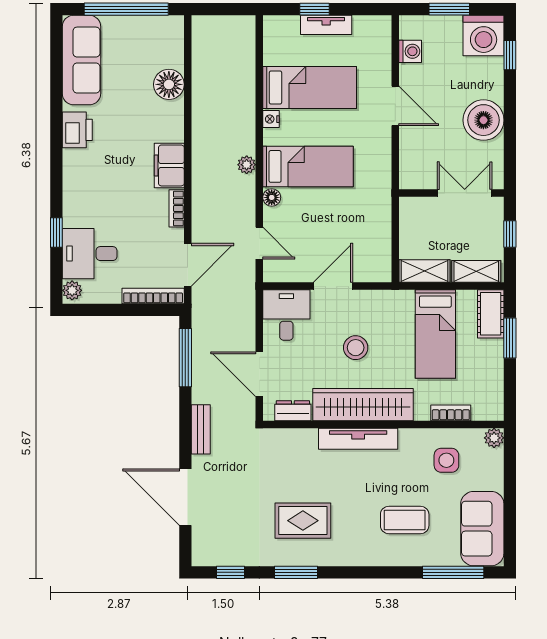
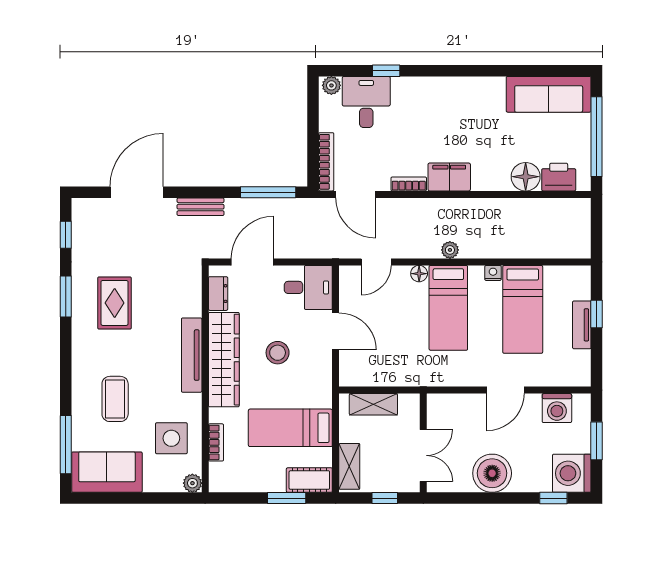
washing machine: (410, 51) -> (557, 408), width x1.38, depth x1.38
printer: (77, 130) -> (559, 177), moved, turned 180
shelving: (425, 271) -> (373, 404), moved, turned 90
side table: (446, 460) -> (171, 438), width x1.37, depth x1.37

